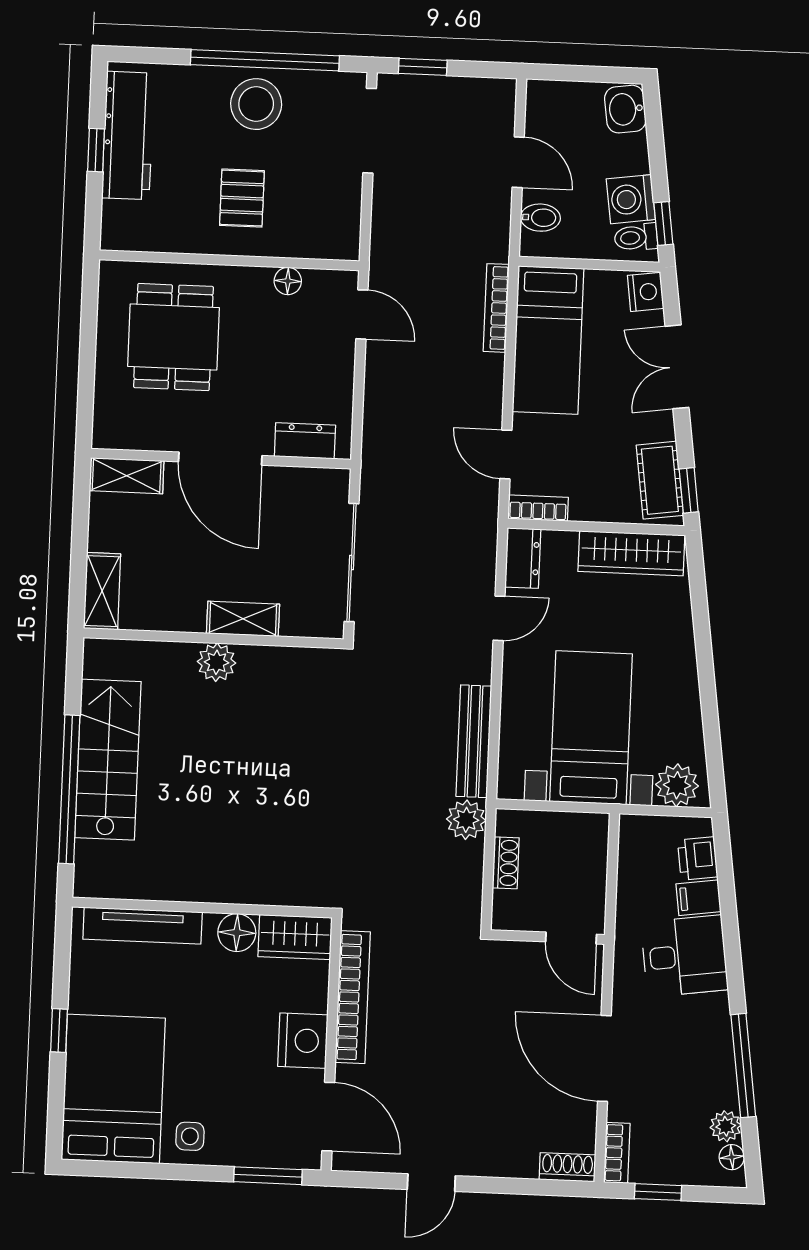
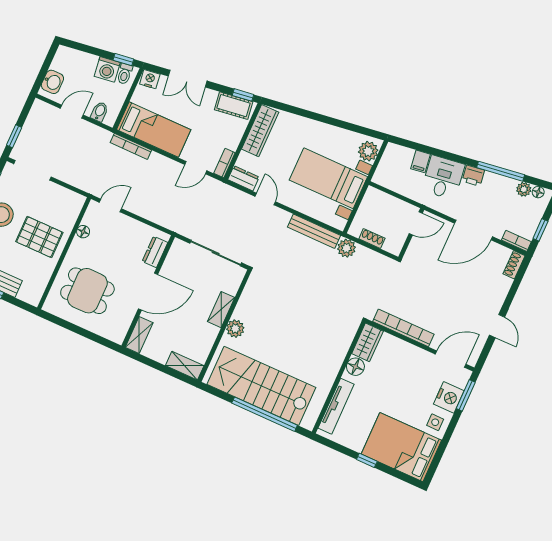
washbasin: (625, 109) -> (52, 82), moved, turned -82
pallet: (242, 198) -> (39, 237), width x1.50, depth x1.42
stairs: (108, 760) -> (261, 386), width x1.36, depth x1.51
printer: (698, 859) -> (473, 176), moved
nightstand: (303, 1041) -> (449, 397), moved, turned 90

